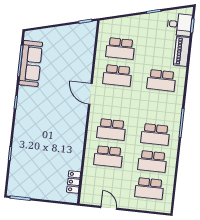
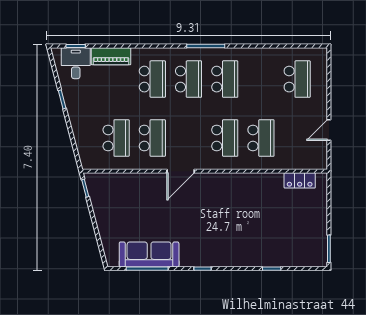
school desk: (152, 161) -> (189, 79), moved

